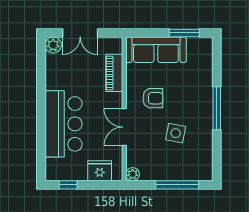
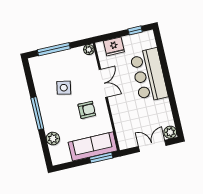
window: (184, 33) -> (101, 158), moved
plant: (204, 72) -> (53, 139), added
piano: (114, 73) -> (120, 122), removed
armchair: (153, 98) -> (87, 110), turned 180

